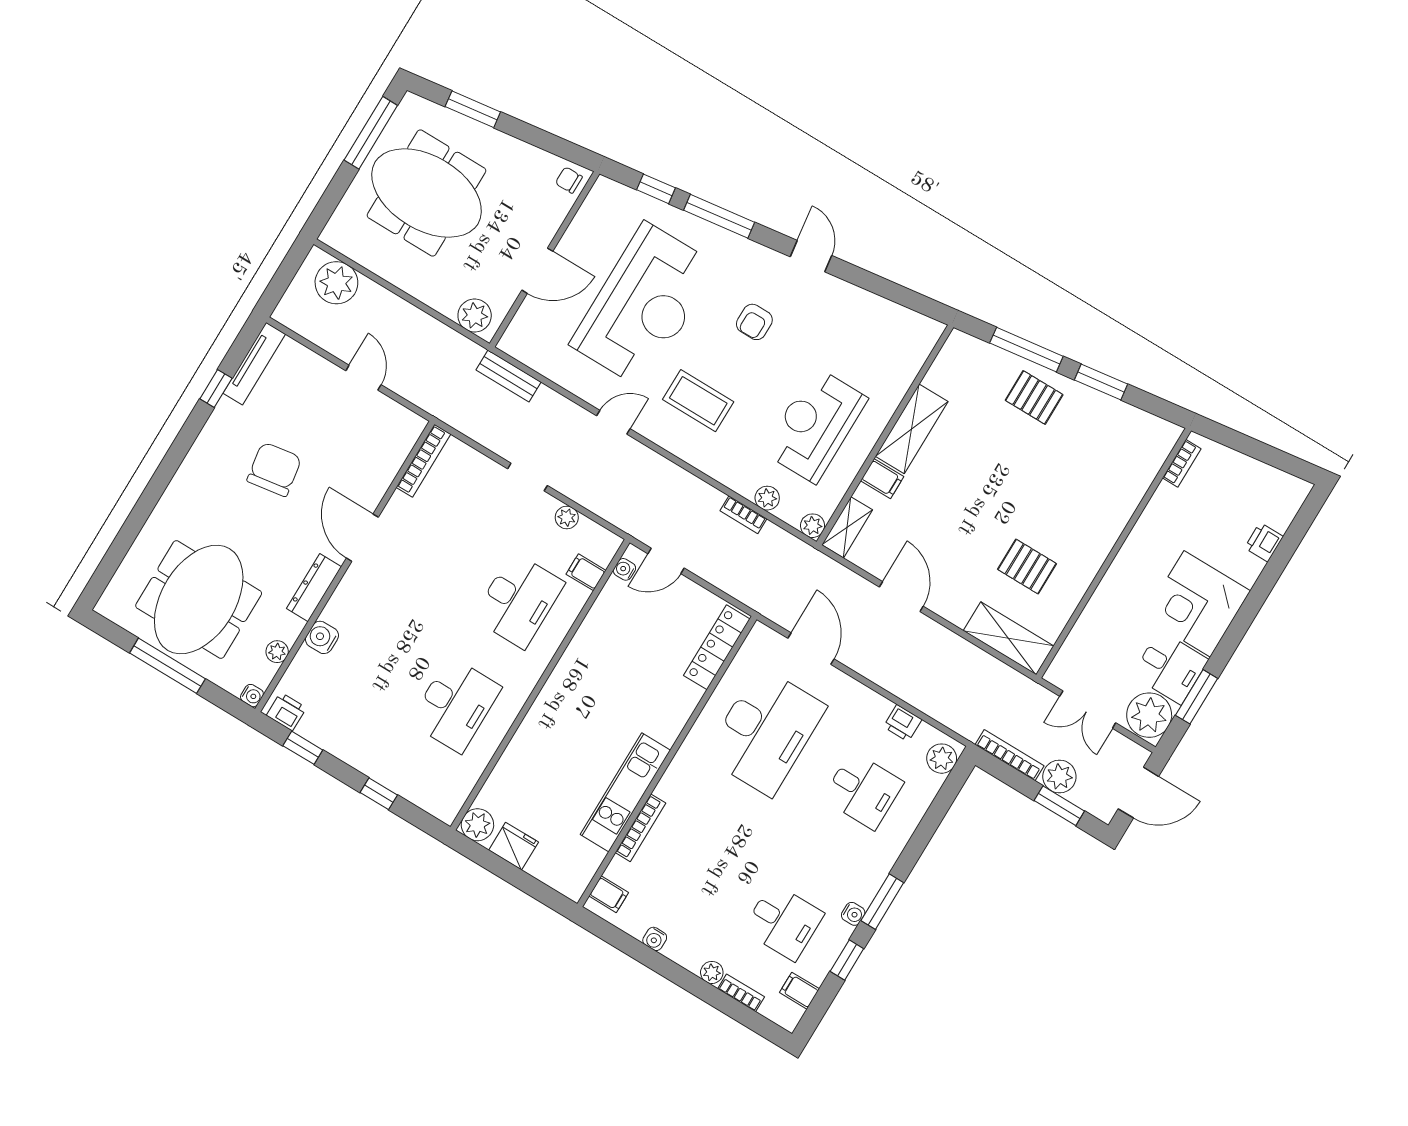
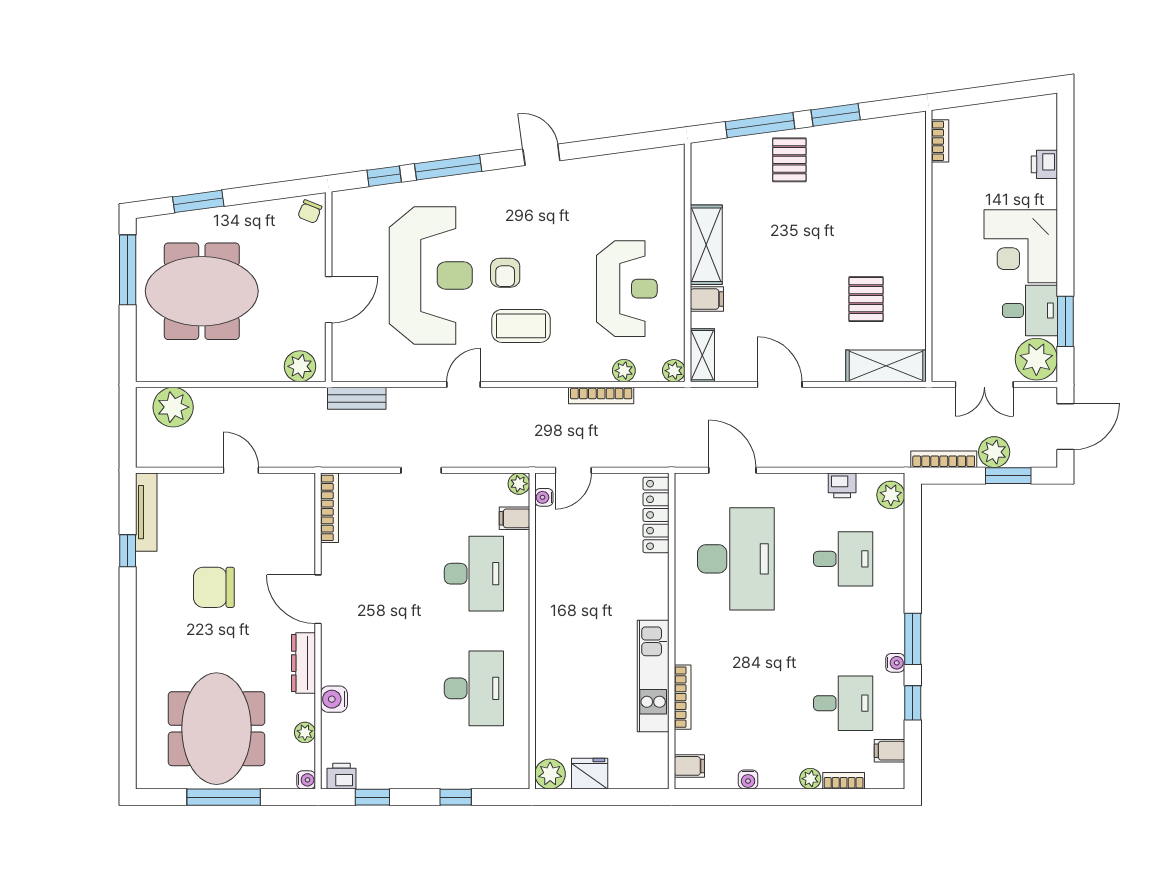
chair: (569, 180) -> (310, 212), turned -68
armchair: (754, 322) -> (505, 273), moved
pallet: (1034, 397) -> (789, 160), turned 90
reception desk: (815, 425) -> (627, 289), turned 180
chair: (274, 469) -> (214, 587), turned -81
bookcase: (743, 515) -> (601, 396), width x1.56
plant: (567, 517) -> (519, 484), moved
pallet: (1027, 567) -> (866, 299), turned 90

